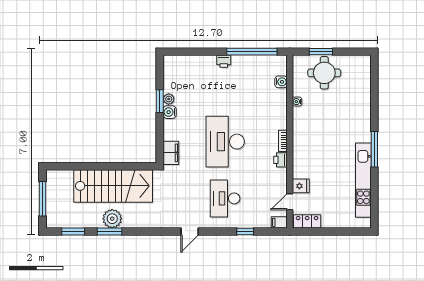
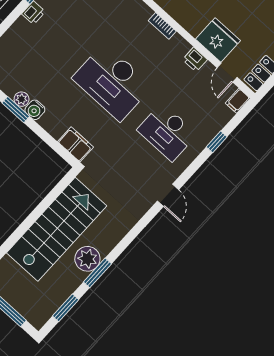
printer: (281, 160) -> (195, 60), moved
fridge: (301, 186) -> (218, 40), width x1.88, depth x1.34

